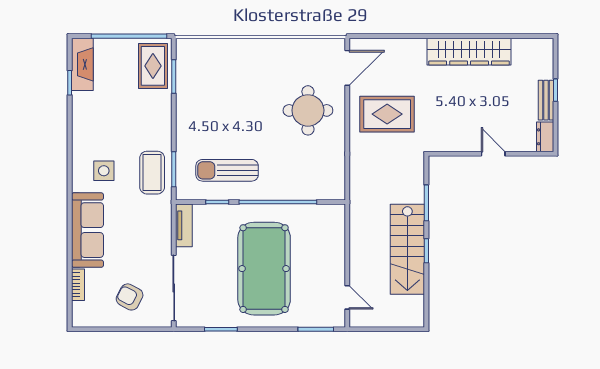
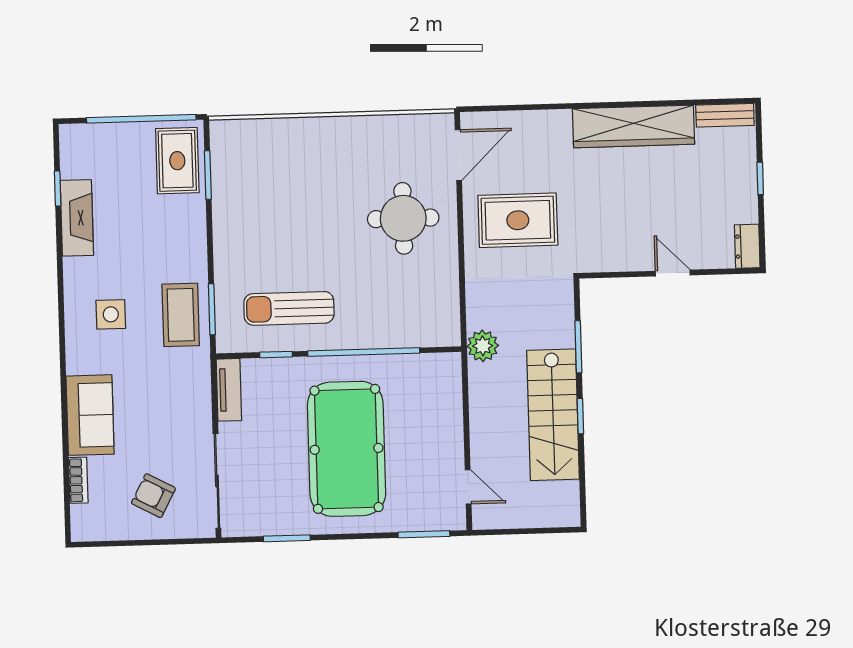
fireplace: (82, 64) -> (77, 218), moved
bench: (546, 100) -> (725, 115), moved, turned 90
plant: (360, 200) -> (483, 346), added
sofa: (87, 230) -> (90, 415), width x0.73

